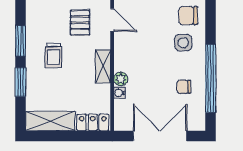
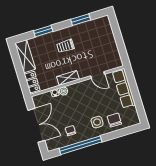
door: (112, 20) -> (98, 75), hinge flipped
pallet: (80, 23) -> (90, 56), removed
window: (21, 41) -> (81, 20), moved

